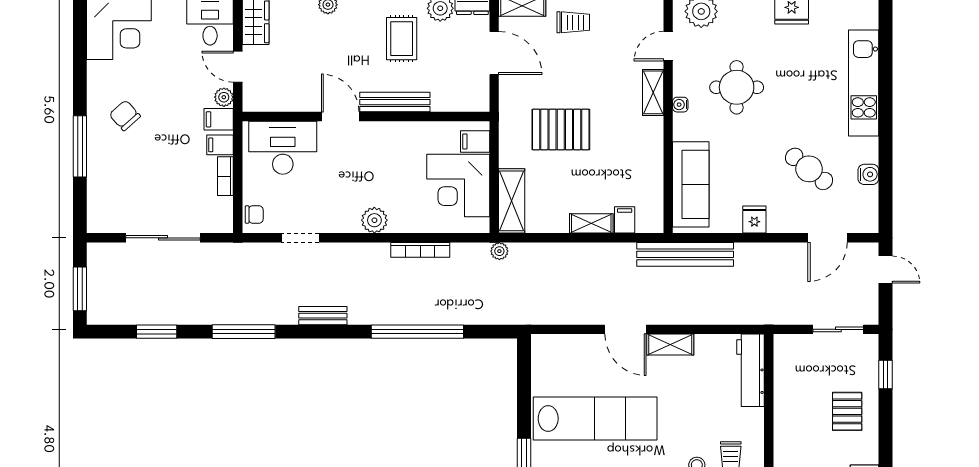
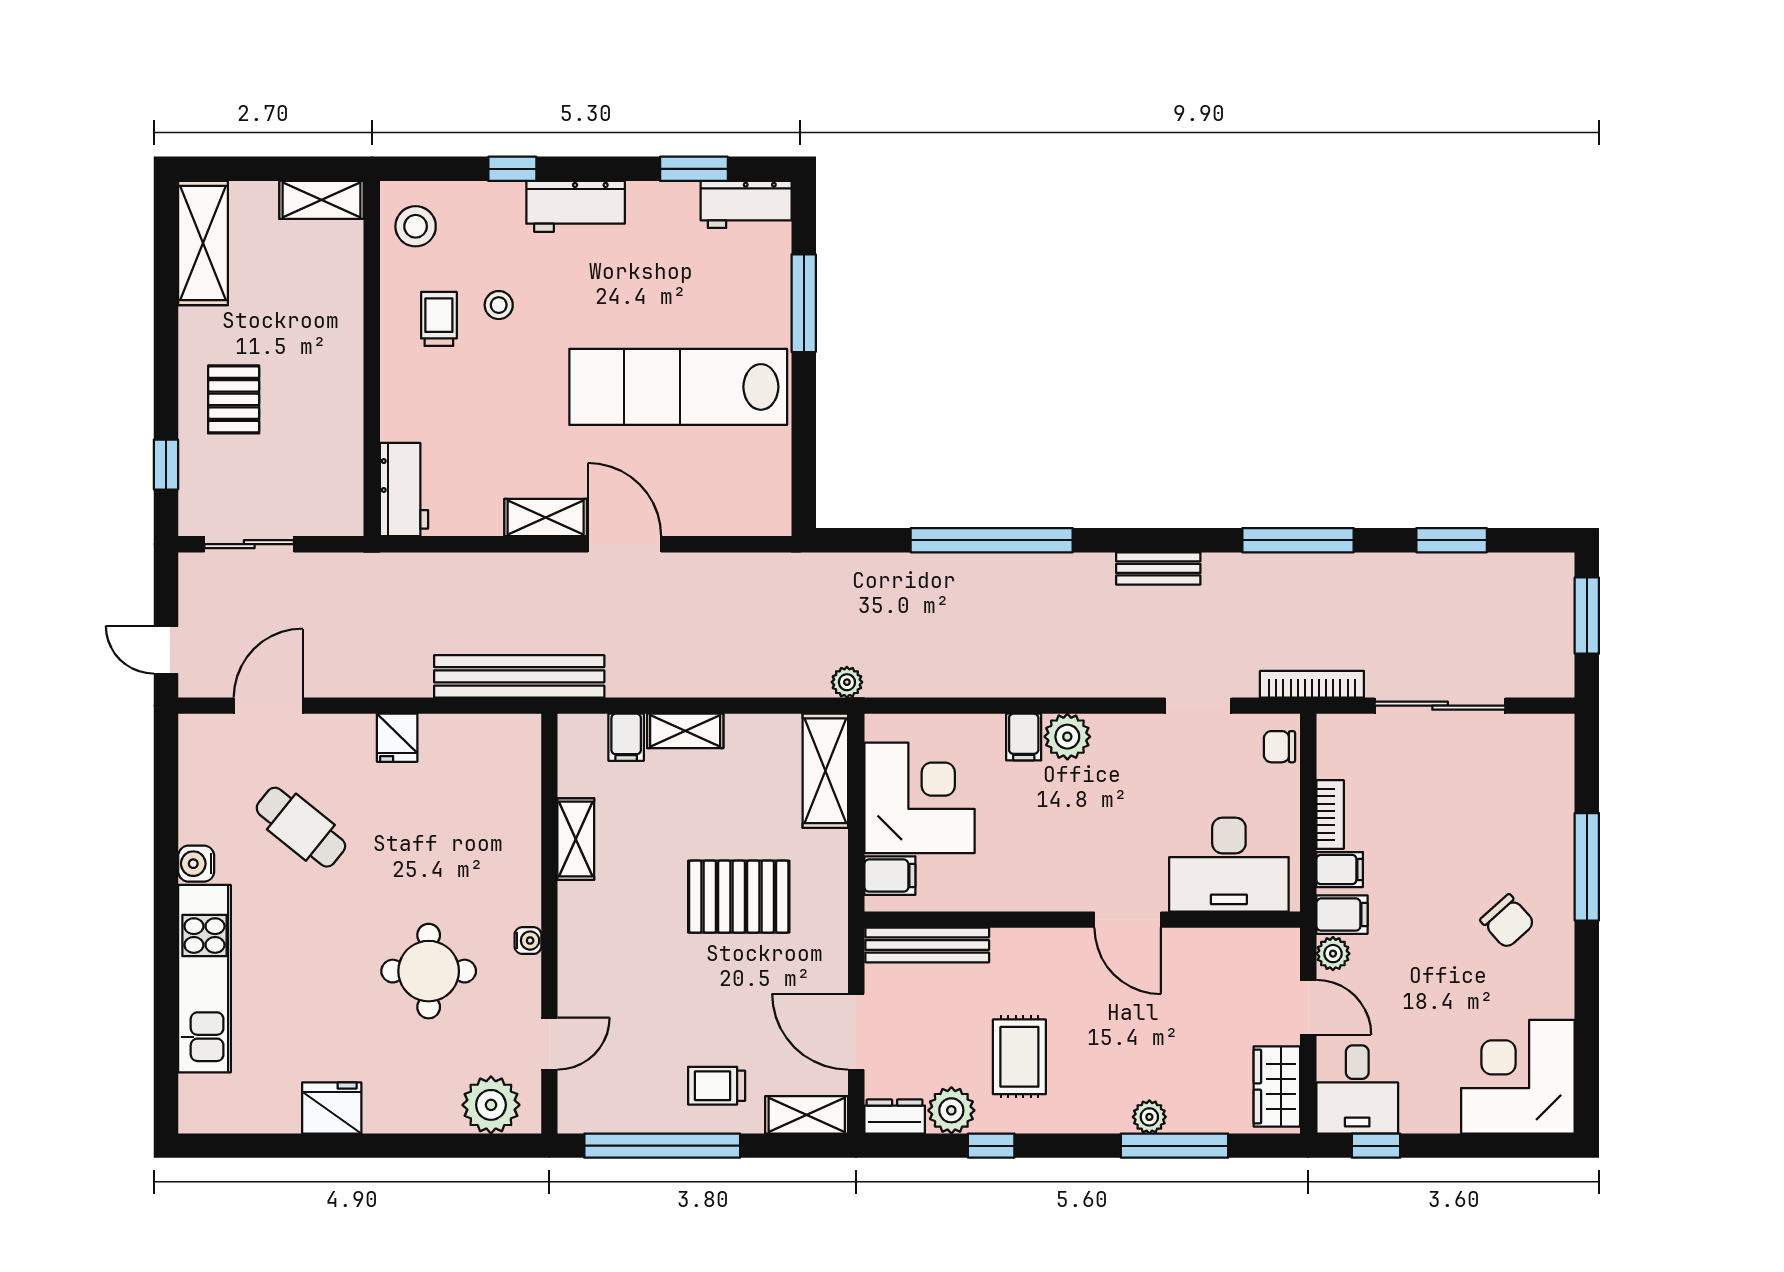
shelving: (653, 92) -> (576, 839), moved
bench: (395, 102) -> (927, 945), moved
water cooler: (868, 174) -> (196, 864), moved
sofa: (691, 184) -> (509, 800), removed
filing cabinet: (399, 220) -> (1024, 737), added
bookcase: (420, 250) -> (1312, 684), moved
workbench: (751, 370) -> (404, 490), width x0.73

